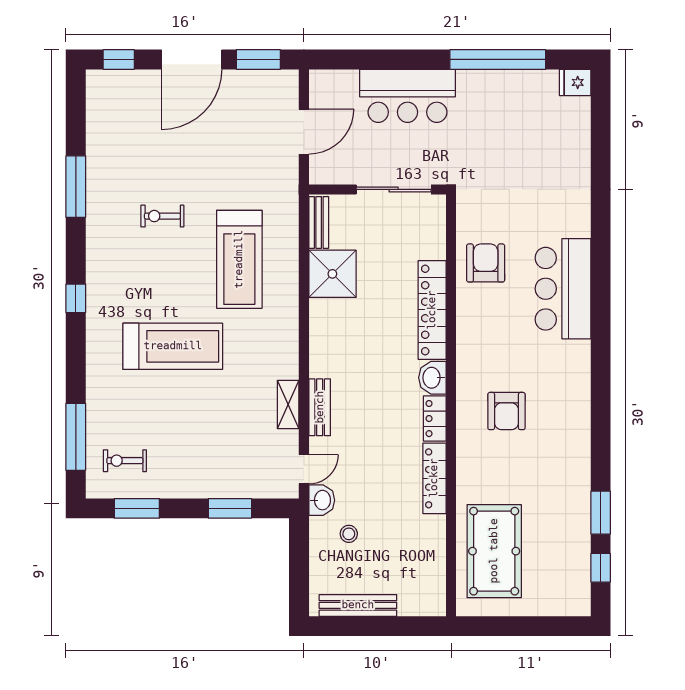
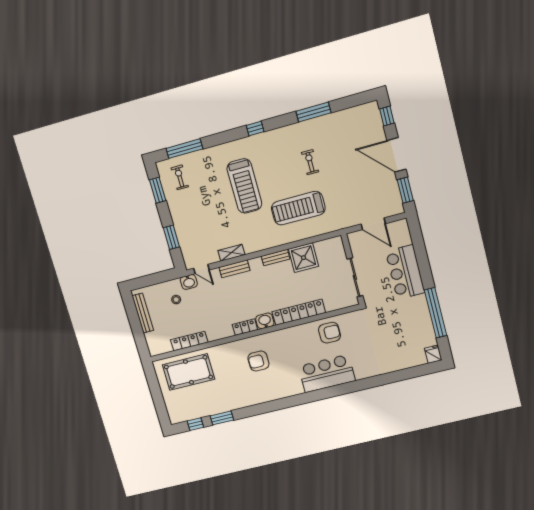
bench: (319, 222) -> (276, 258), moved
locker: (434, 478) -> (189, 341), moved

